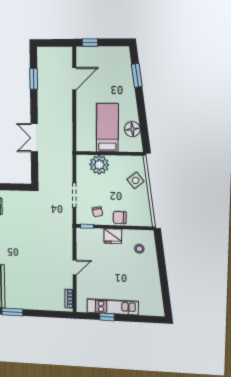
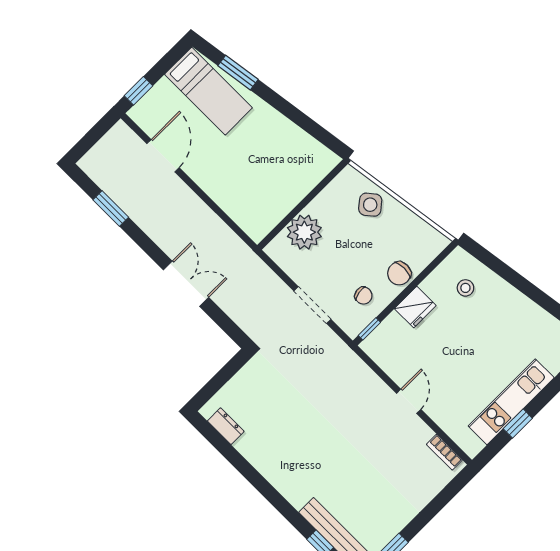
bed: (107, 128) -> (208, 91), moved, turned 180
floor lamp: (132, 129) -> (300, 144), removed
double door: (34, 138) -> (186, 284), swing flipped

